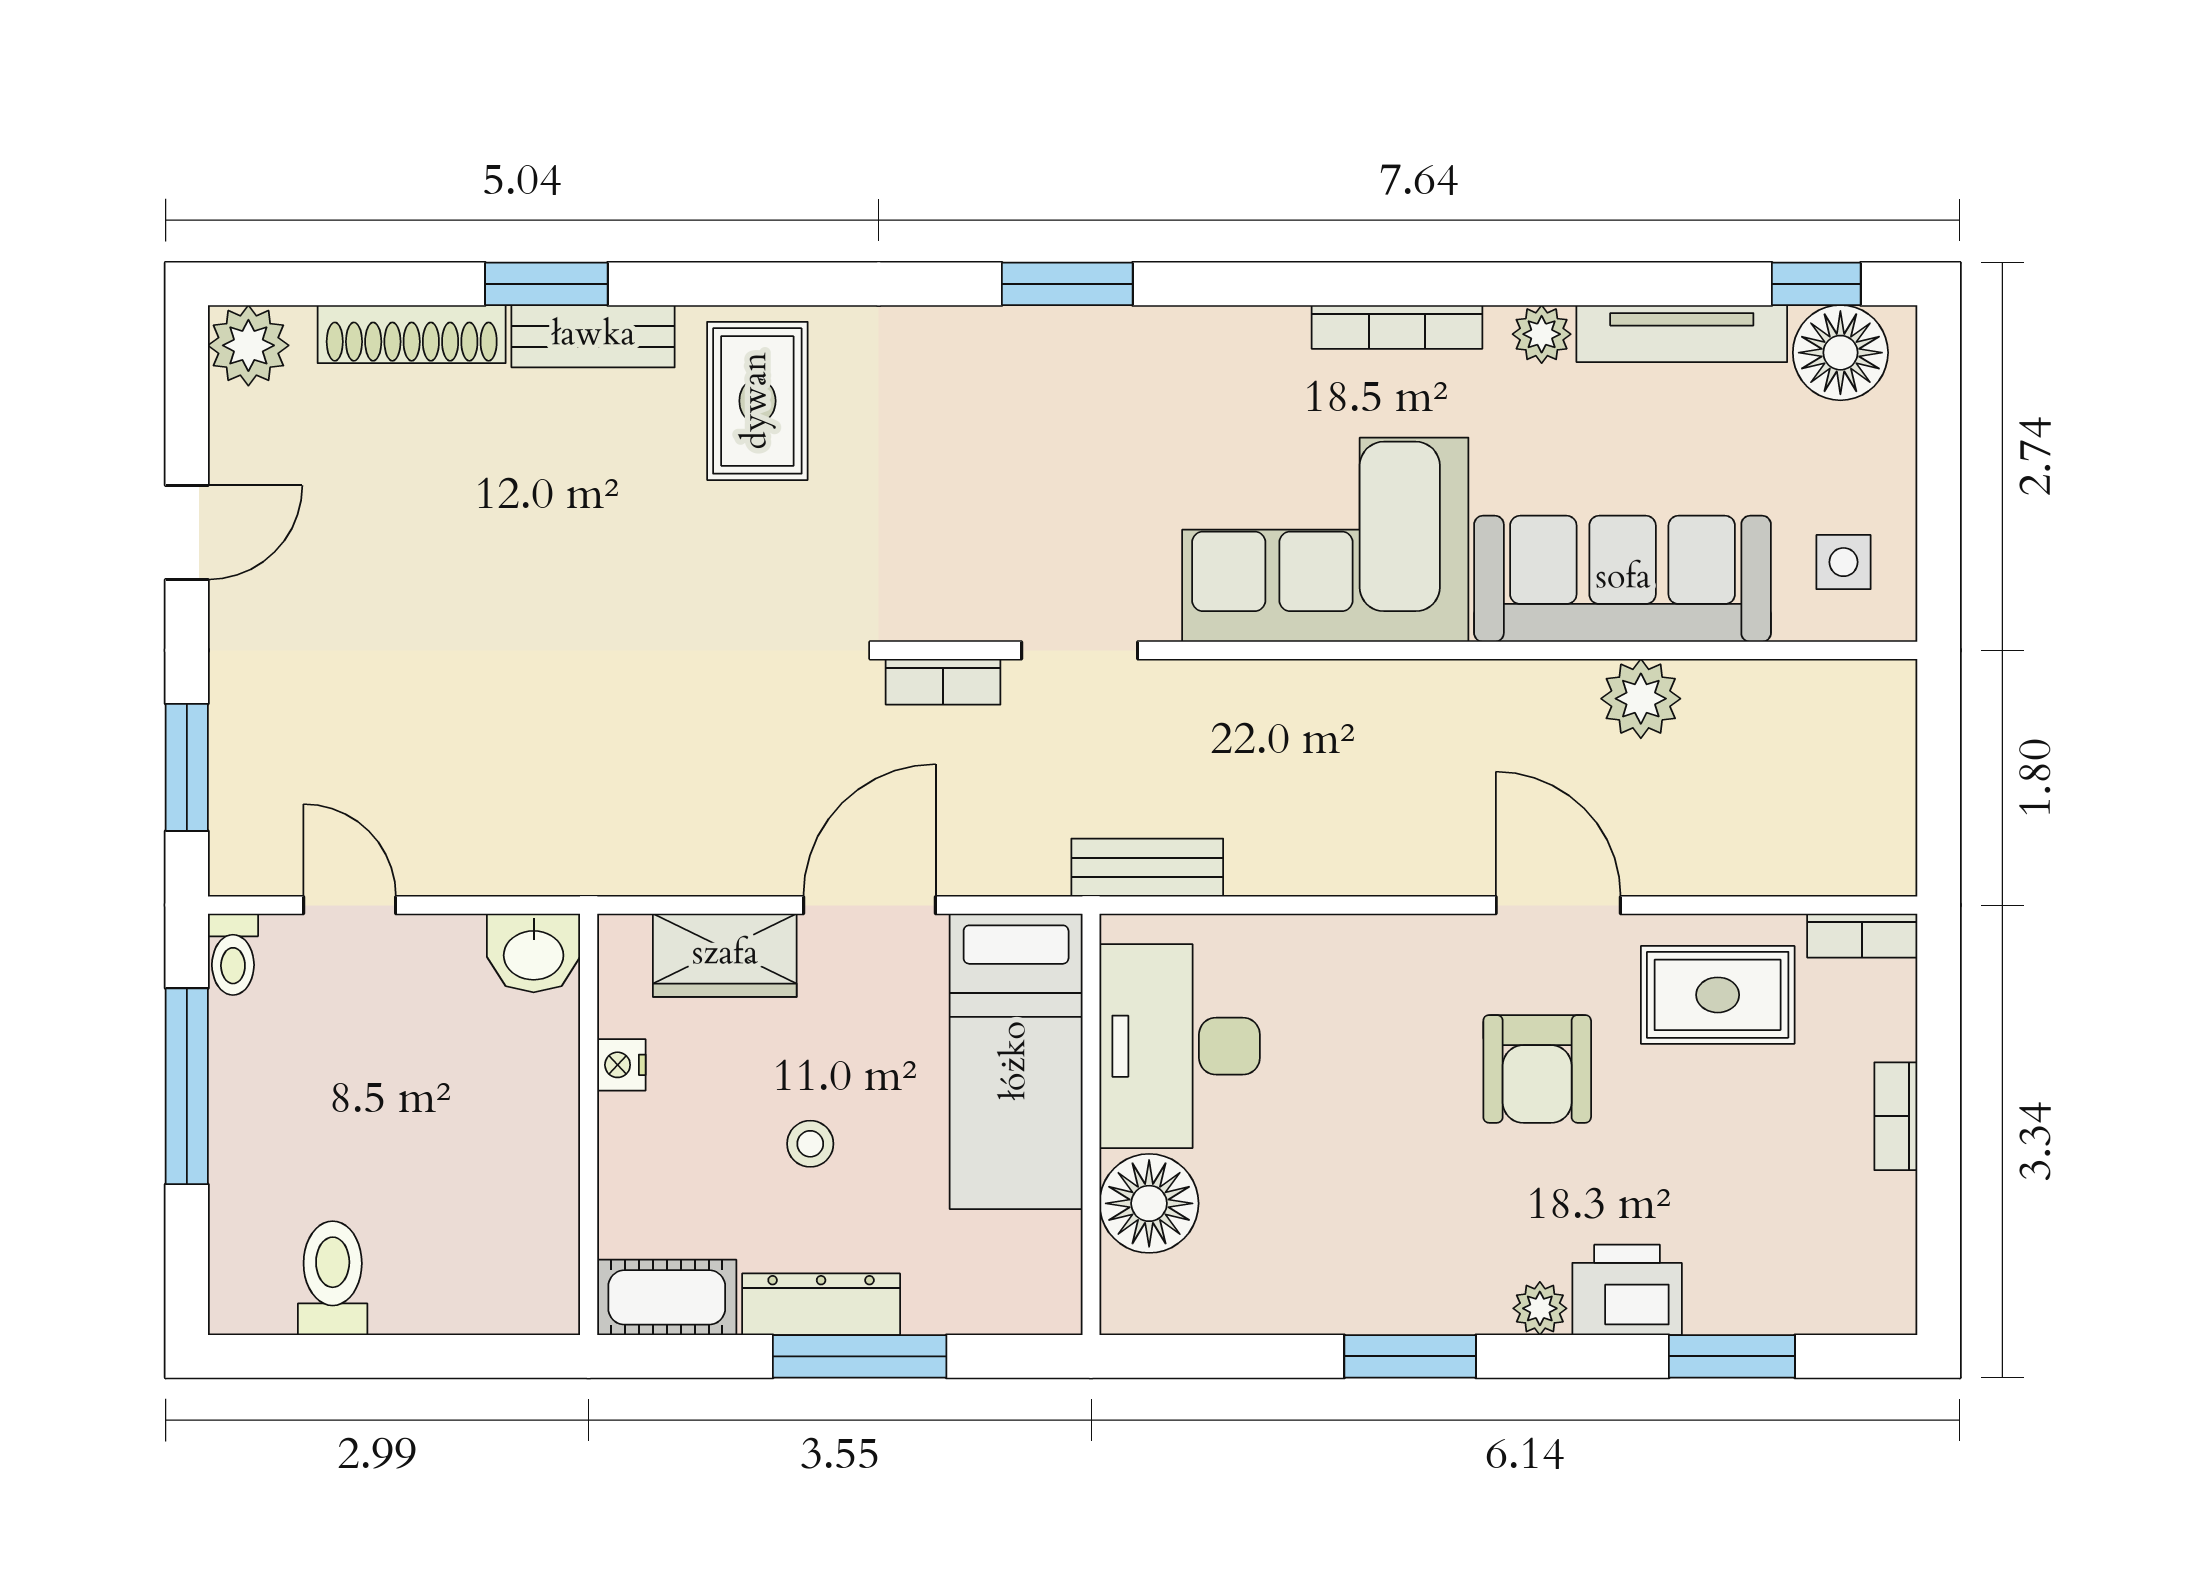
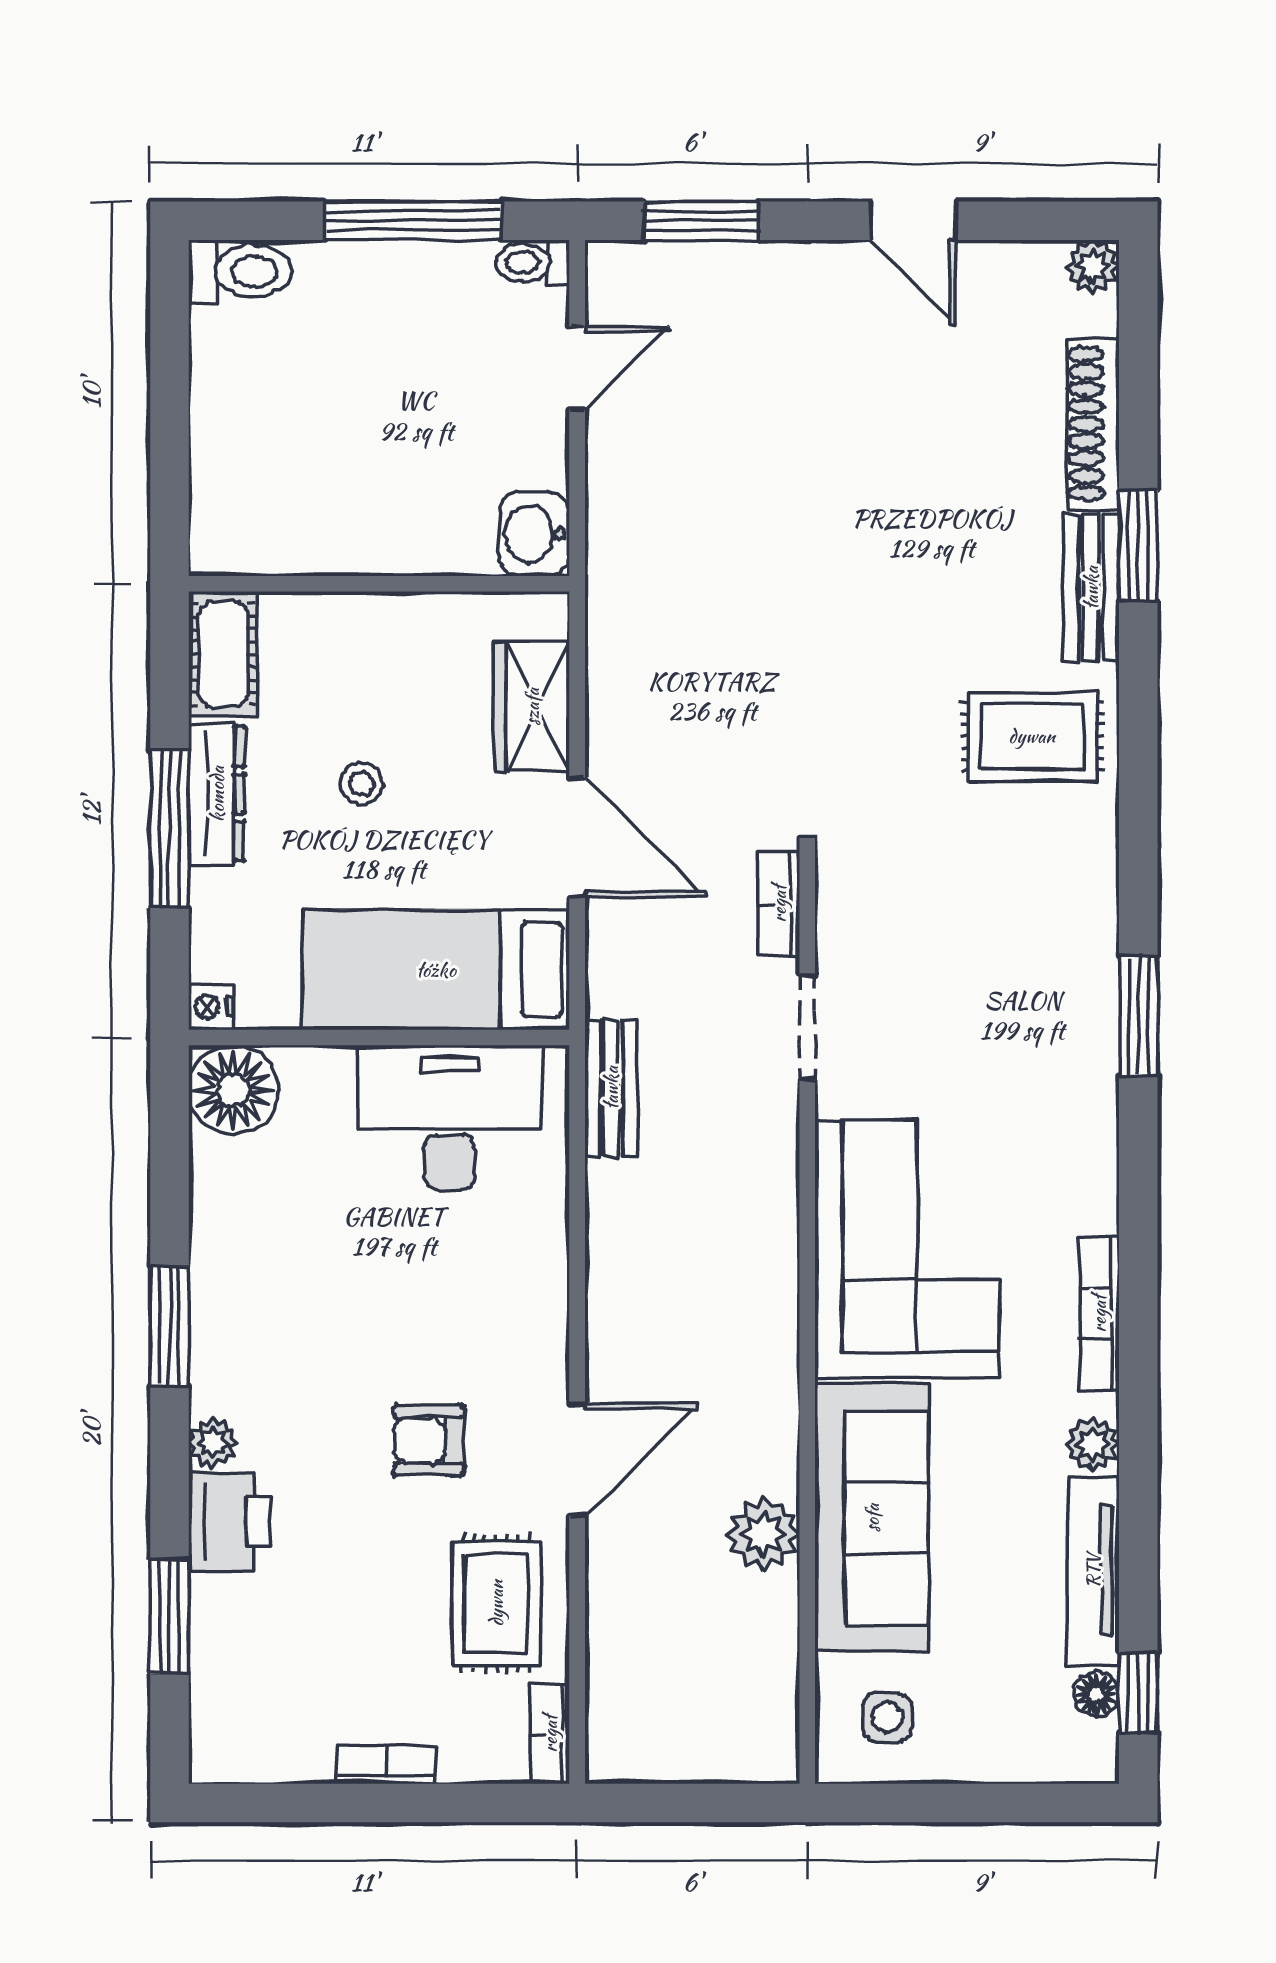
plant: (248, 345) -> (1093, 267), width x0.73, depth x0.73
floor lamp: (1840, 353) -> (1096, 1694), width x0.53, depth x0.53
nightstand: (621, 1065) -> (211, 1007), moved, turned -90
armchair: (1537, 1069) -> (429, 1440), width x0.72, depth x0.72
floor lamp: (1149, 1203) -> (233, 1090), moved
toilet: (333, 1278) -> (240, 271), moved

